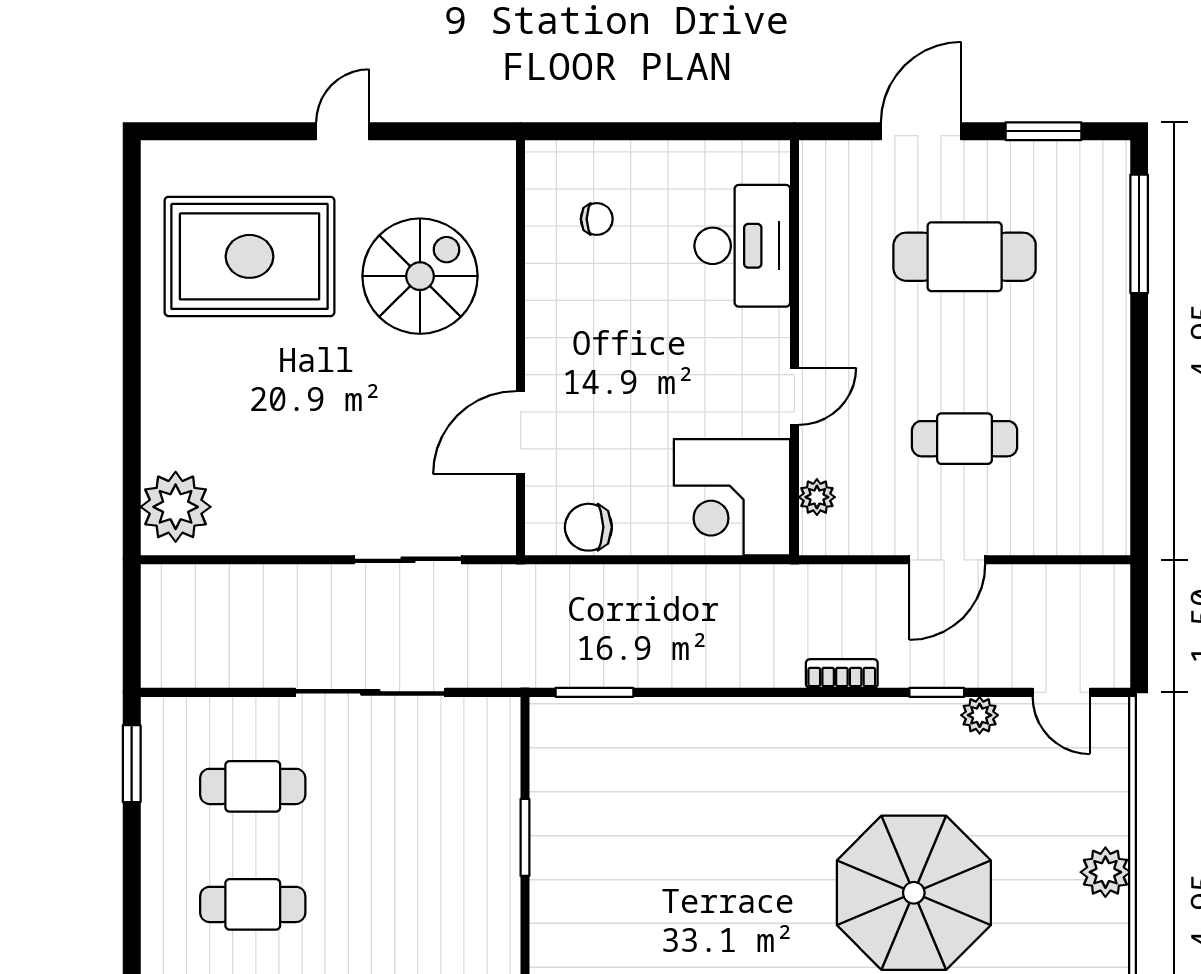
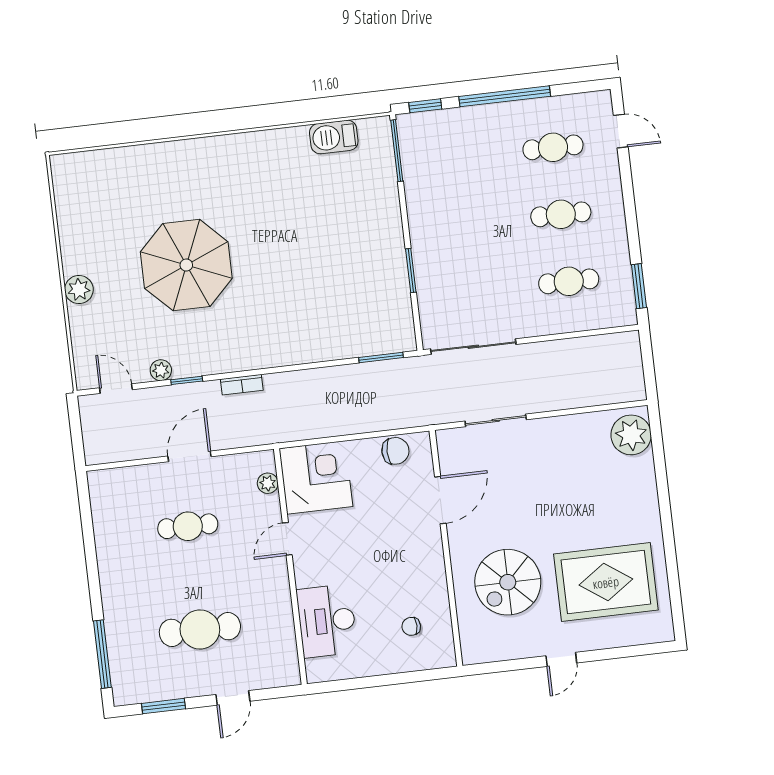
door: (921, 131) -> (233, 698), width x0.73
sliding door: (370, 692) -> (473, 347), moved

